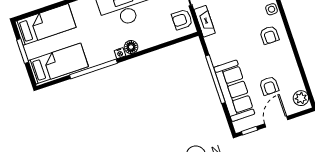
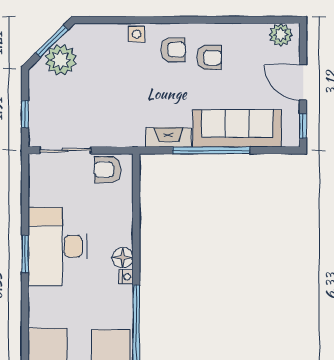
armchair: (182, 20) -> (108, 170), turned 90
fireplace: (205, 21) -> (169, 137), moved
armchair: (269, 86) -> (209, 58), moved

